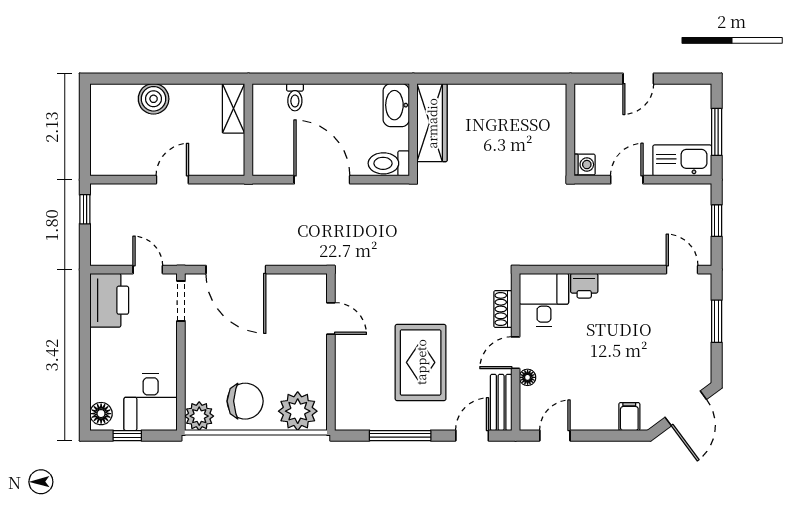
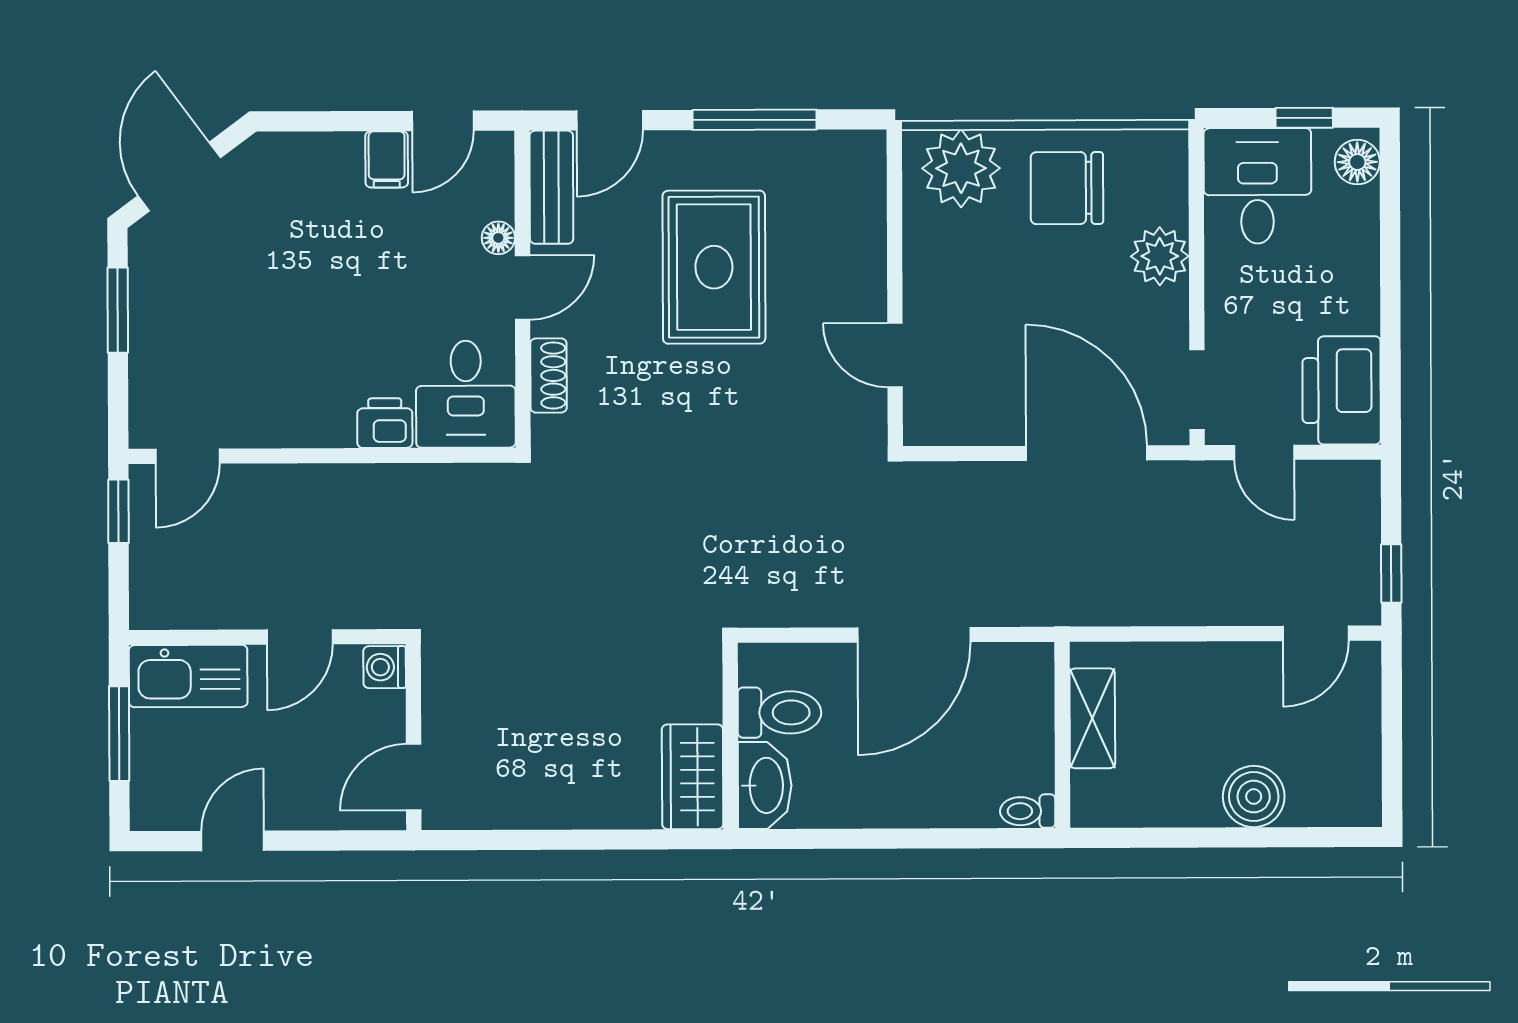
door: (638, 79) -> (233, 841), moved
toilet: (295, 97) -> (1028, 811), moved, turned -90
shelving: (233, 108) -> (1092, 718), moved
door: (570, 110) -> (414, 777), added
wardrobe: (432, 123) -> (693, 777), width x0.67
toilet: (389, 163) -> (779, 713), moved
door: (172, 180) -> (1316, 633), moved
door: (322, 180) -> (914, 635), hinge flipped
window: (717, 221) -> (118, 511), moved
door: (682, 270) -> (188, 456), hinge flipped
window: (717, 321) -> (118, 310), moved
plant: (199, 416) -> (1160, 256), moved
filing cabinet: (629, 417) -> (387, 159), moved

